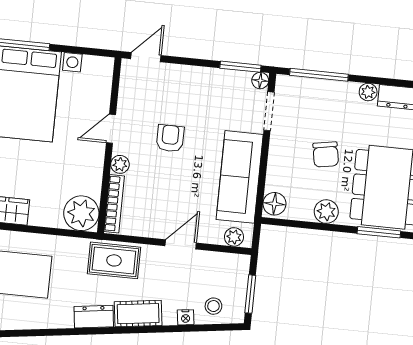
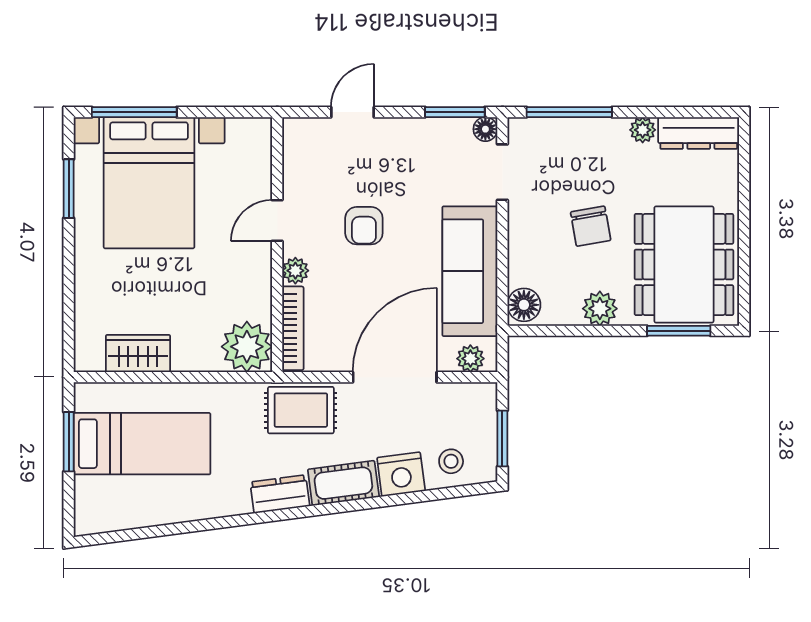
door: (146, 57) -> (352, 112), moved
armchair: (170, 138) -> (364, 226), turned 180
door: (181, 244) -> (395, 377), width x1.88
nightstand: (186, 317) -> (401, 474), width x1.89, depth x1.79

